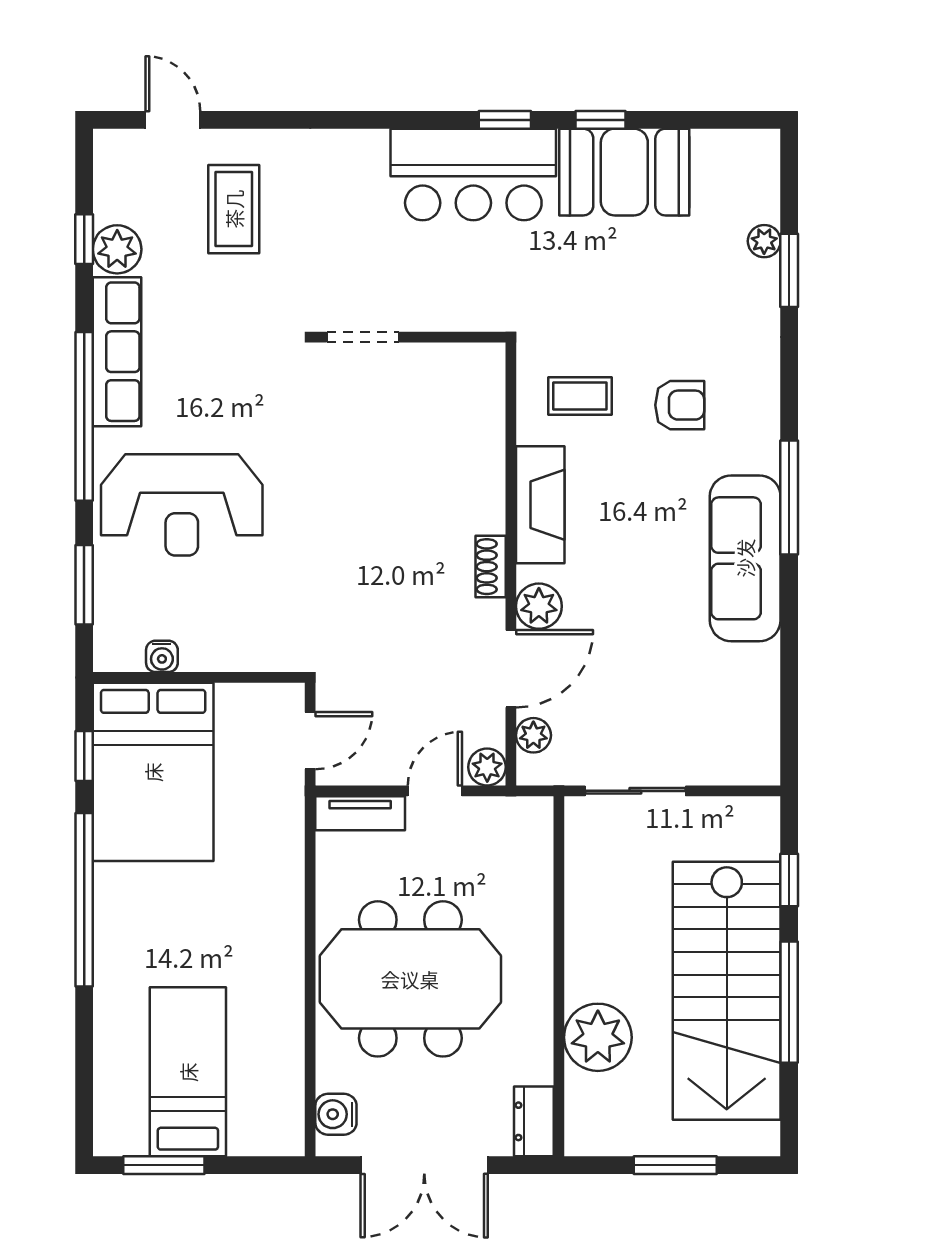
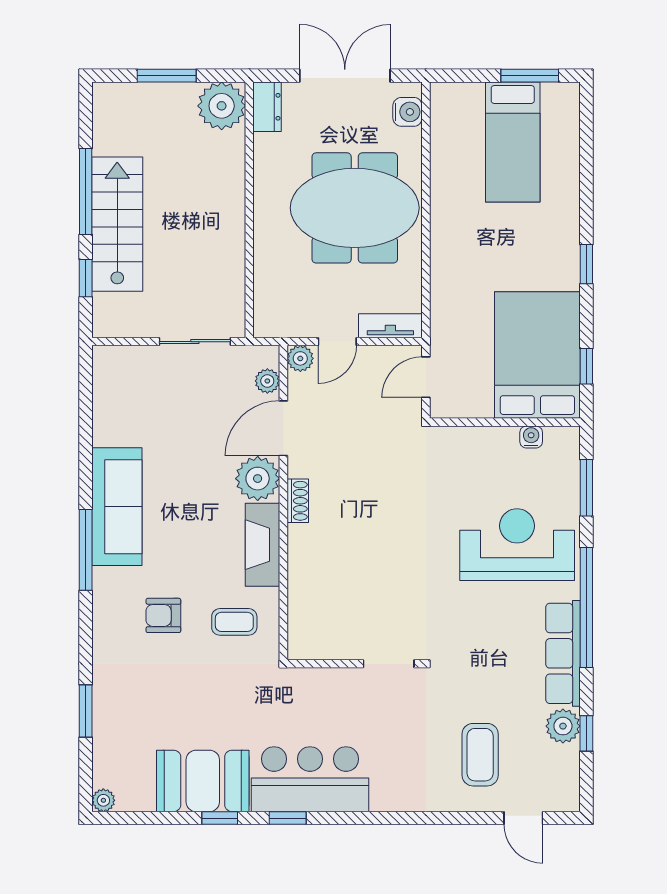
plant: (764, 241) -> (103, 800), moved
plant: (539, 606) -> (258, 479), width x1.36, depth x1.36
window: (84, 900) -> (586, 264), width x0.32
stairs: (727, 991) -> (117, 224), width x0.73, depth x0.66
plant: (598, 1037) -> (222, 106), moved

